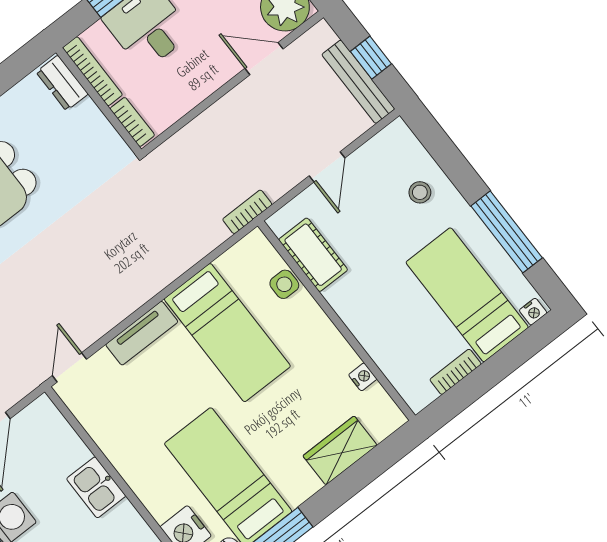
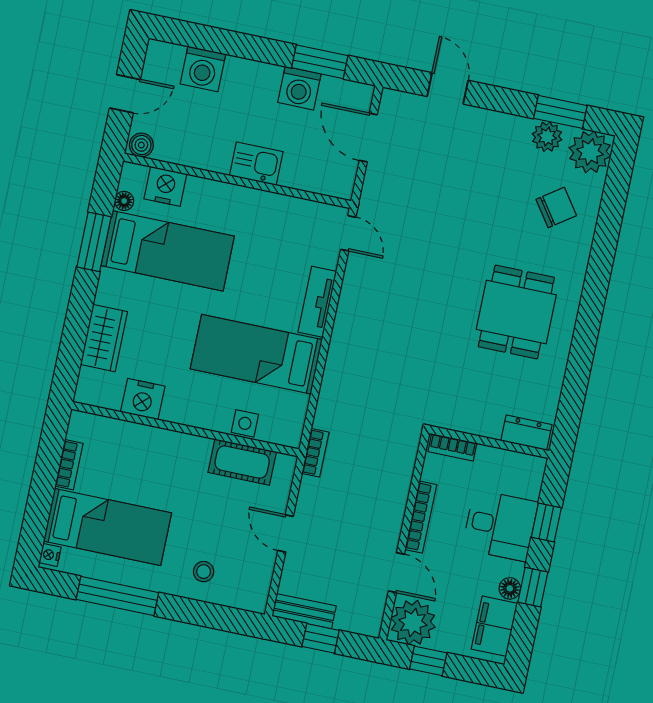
door: (264, 59) -> (396, 573), hinge flipped
bookcase: (92, 71) -> (421, 517), moved, turned -90
bench: (358, 82) -> (304, 611), width x0.73
nightstand: (363, 377) -> (143, 399), width x1.89, depth x1.79

